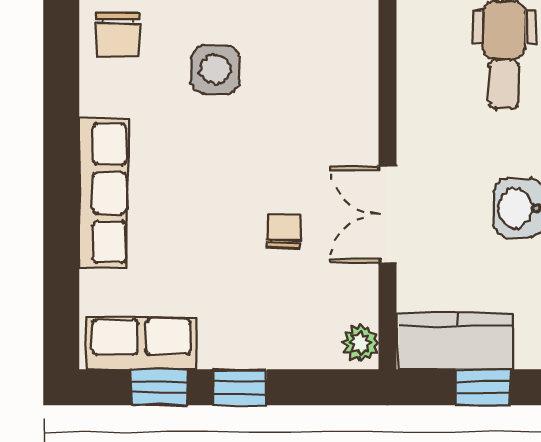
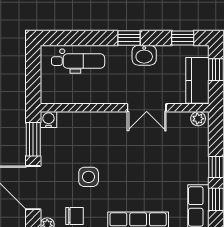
chair: (284, 231) -> (153, 149), removed

